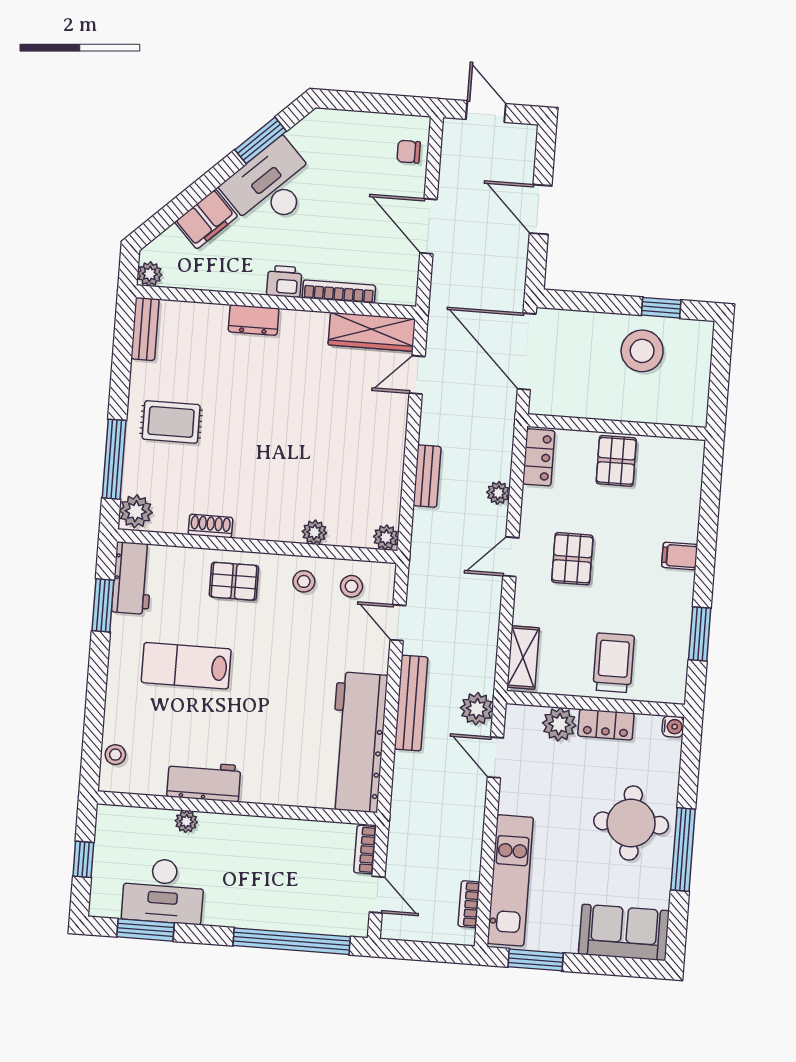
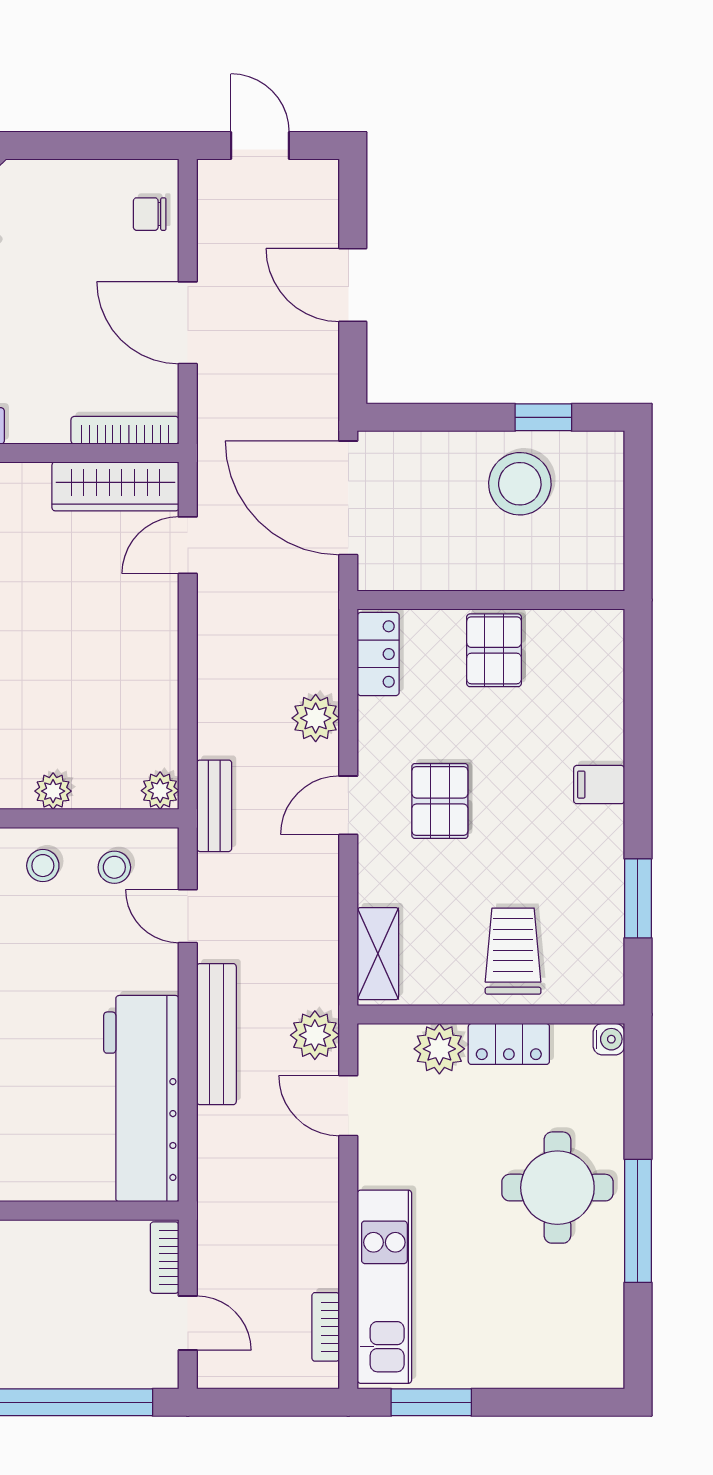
bookcase: (339, 292) -> (125, 430), moved
bench: (427, 476) -> (214, 806), moved
plant: (498, 493) -> (316, 718), width x1.38, depth x1.38
sofa: (624, 932) -> (559, 1351), removed

